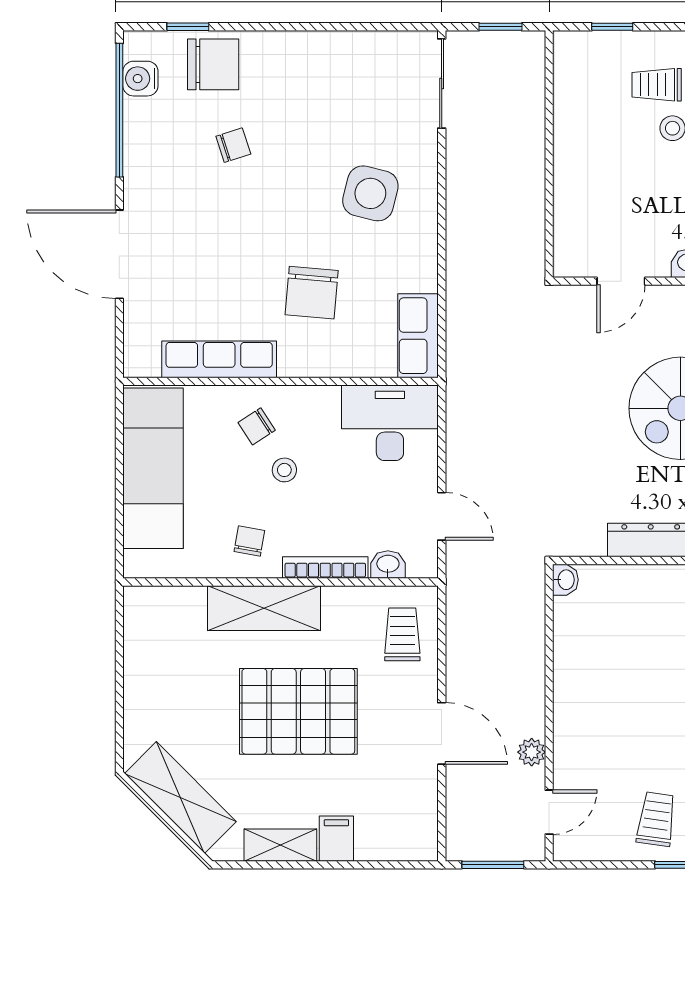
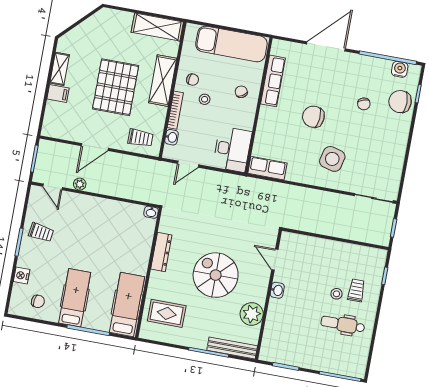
chair: (213, 64) -> (400, 102), turned 90
chair: (312, 293) -> (313, 117), moved
stool: (284, 470) -> (205, 99), moved
shelving: (180, 798) -> (157, 27), moved, turned 45

